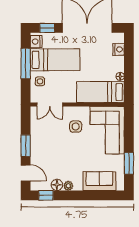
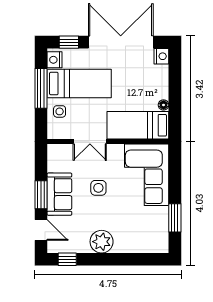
nightstand: (119, 49) -> (161, 56), moved
double door: (50, 105) -> (90, 141), moved
side table: (76, 127) -> (98, 188), moved
sofa: (99, 181) -> (59, 194), moved, turned 90
floor lamp: (57, 185) -> (82, 246), removed
plant: (68, 186) -> (102, 242), width x1.88, depth x1.88

